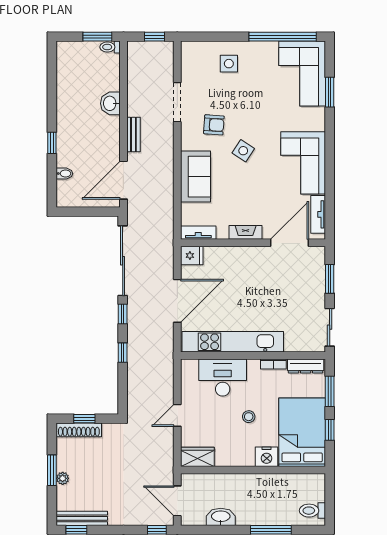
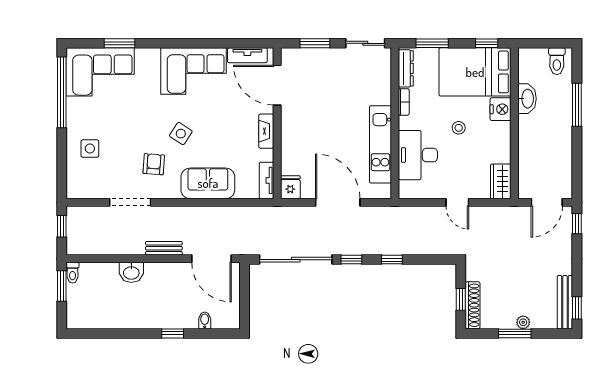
kitchen unit: (233, 342) -> (380, 144), width x0.73
window: (330, 430) -> (487, 43), moved
washbasin: (221, 517) -> (527, 99), moved, turned 180

